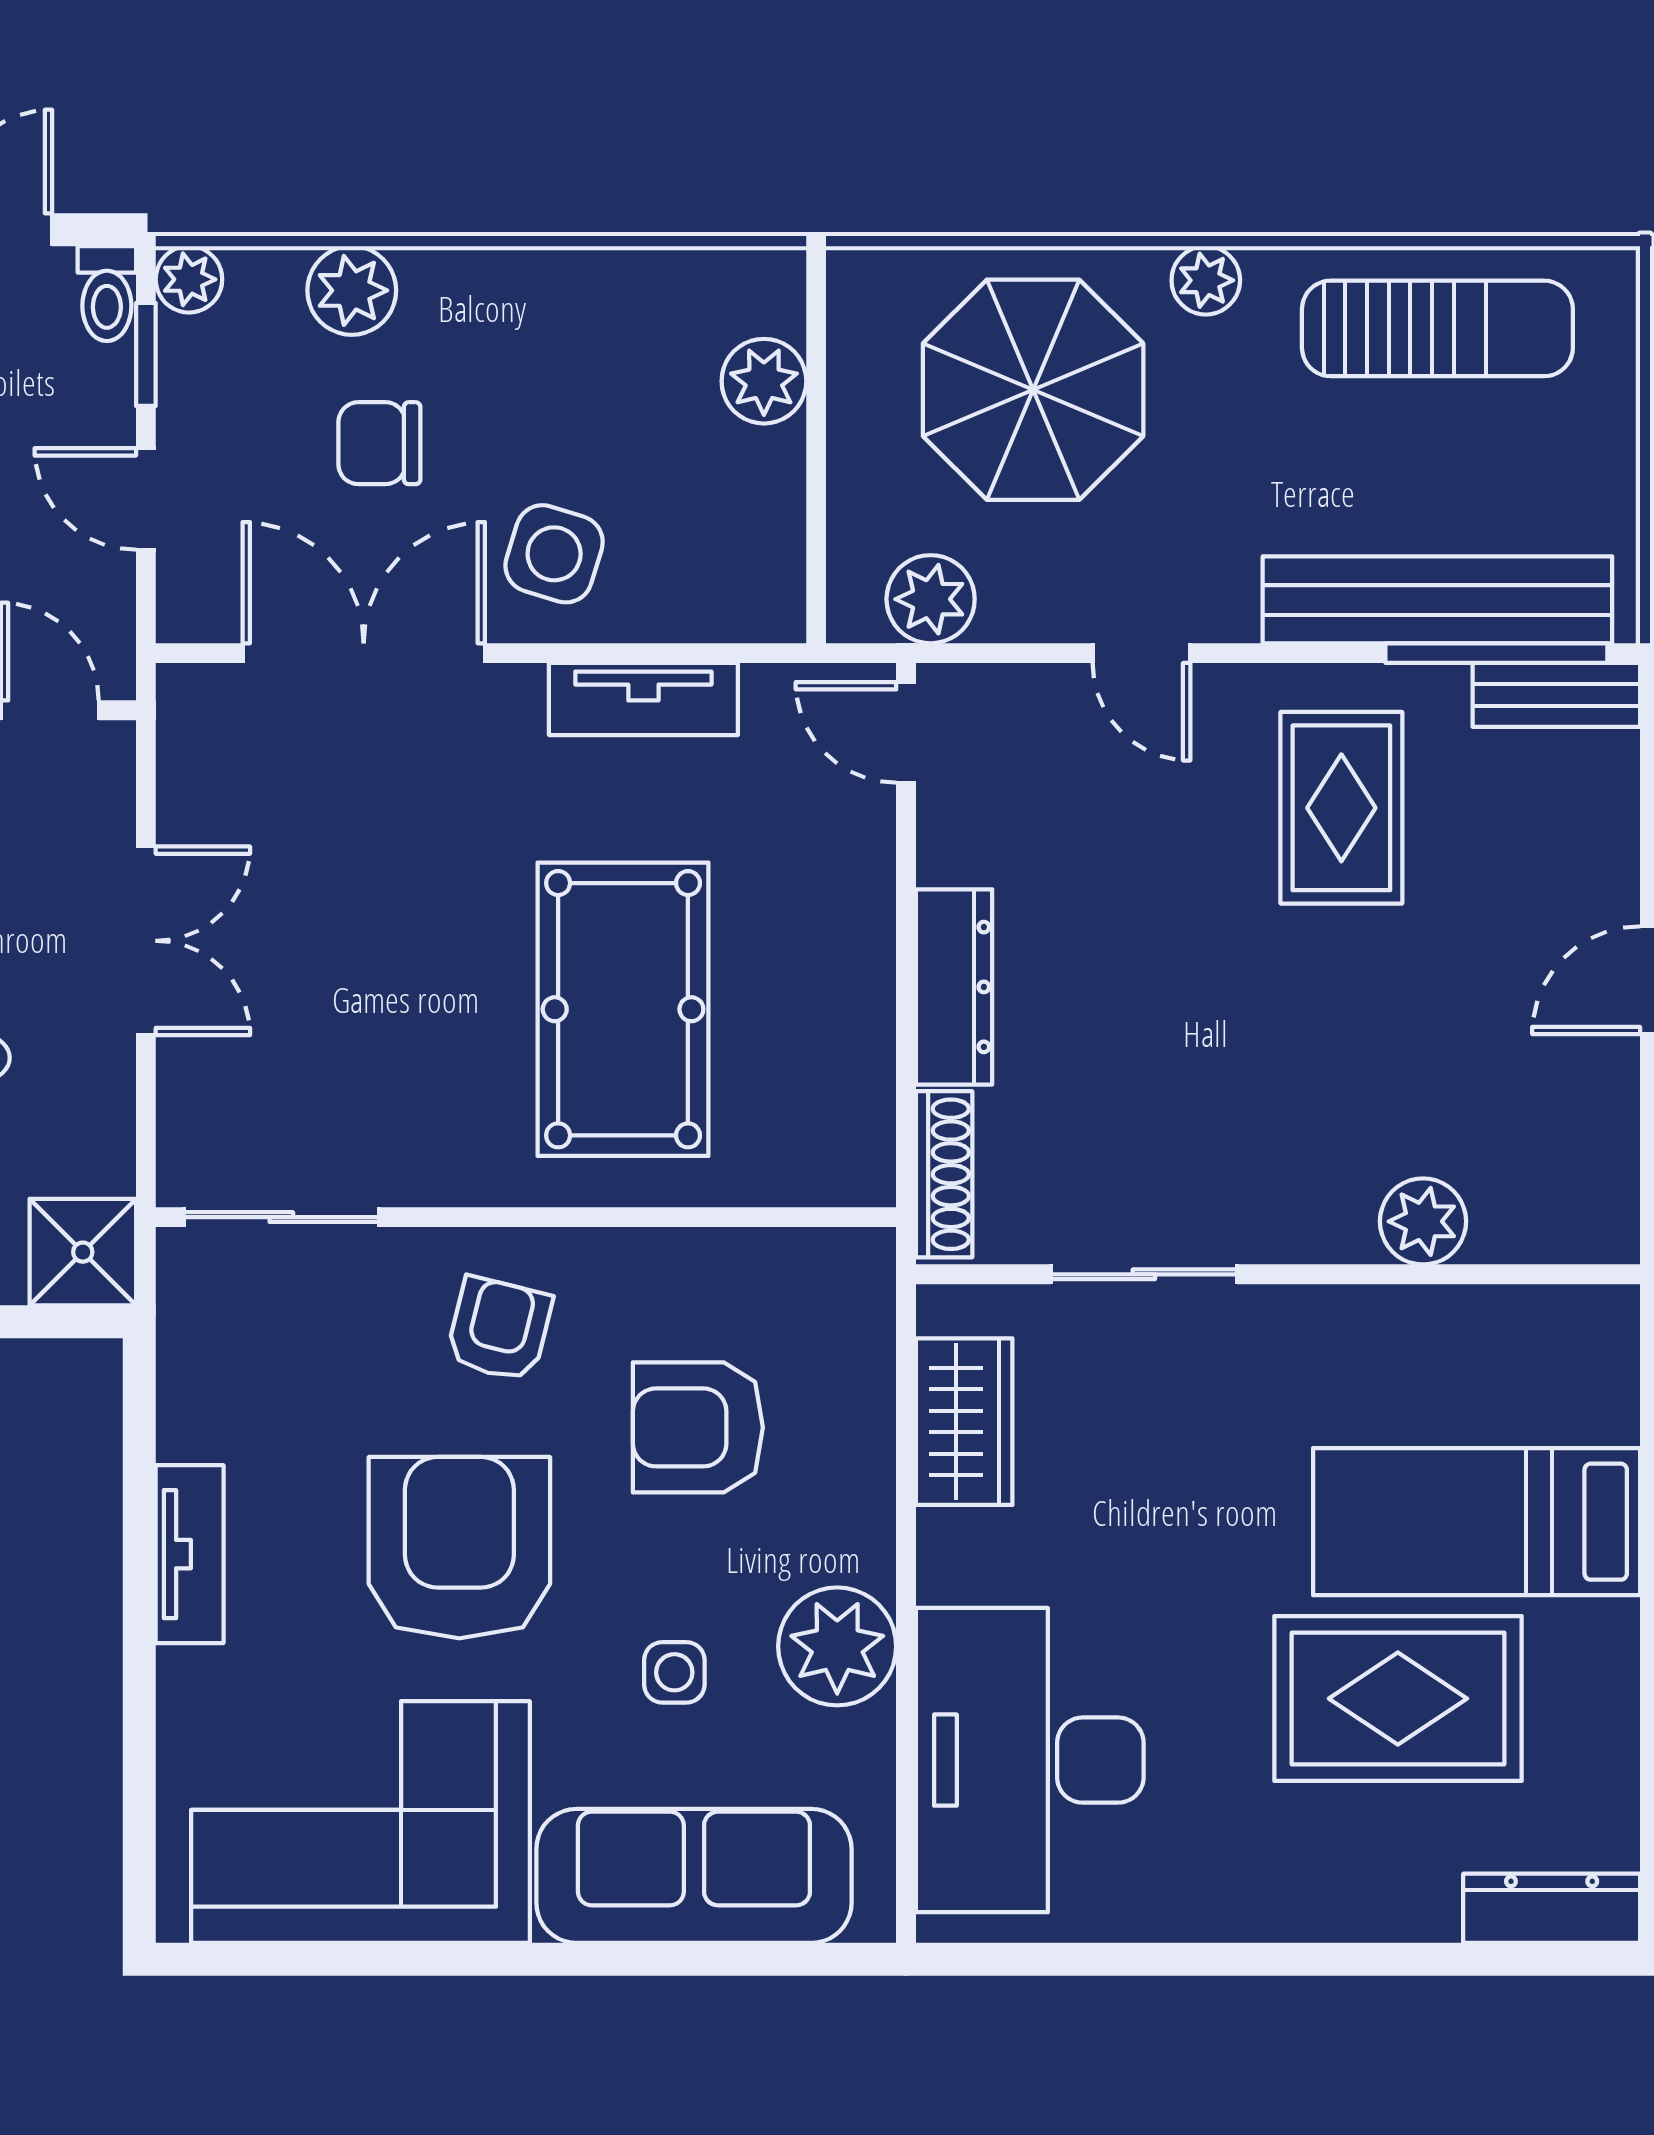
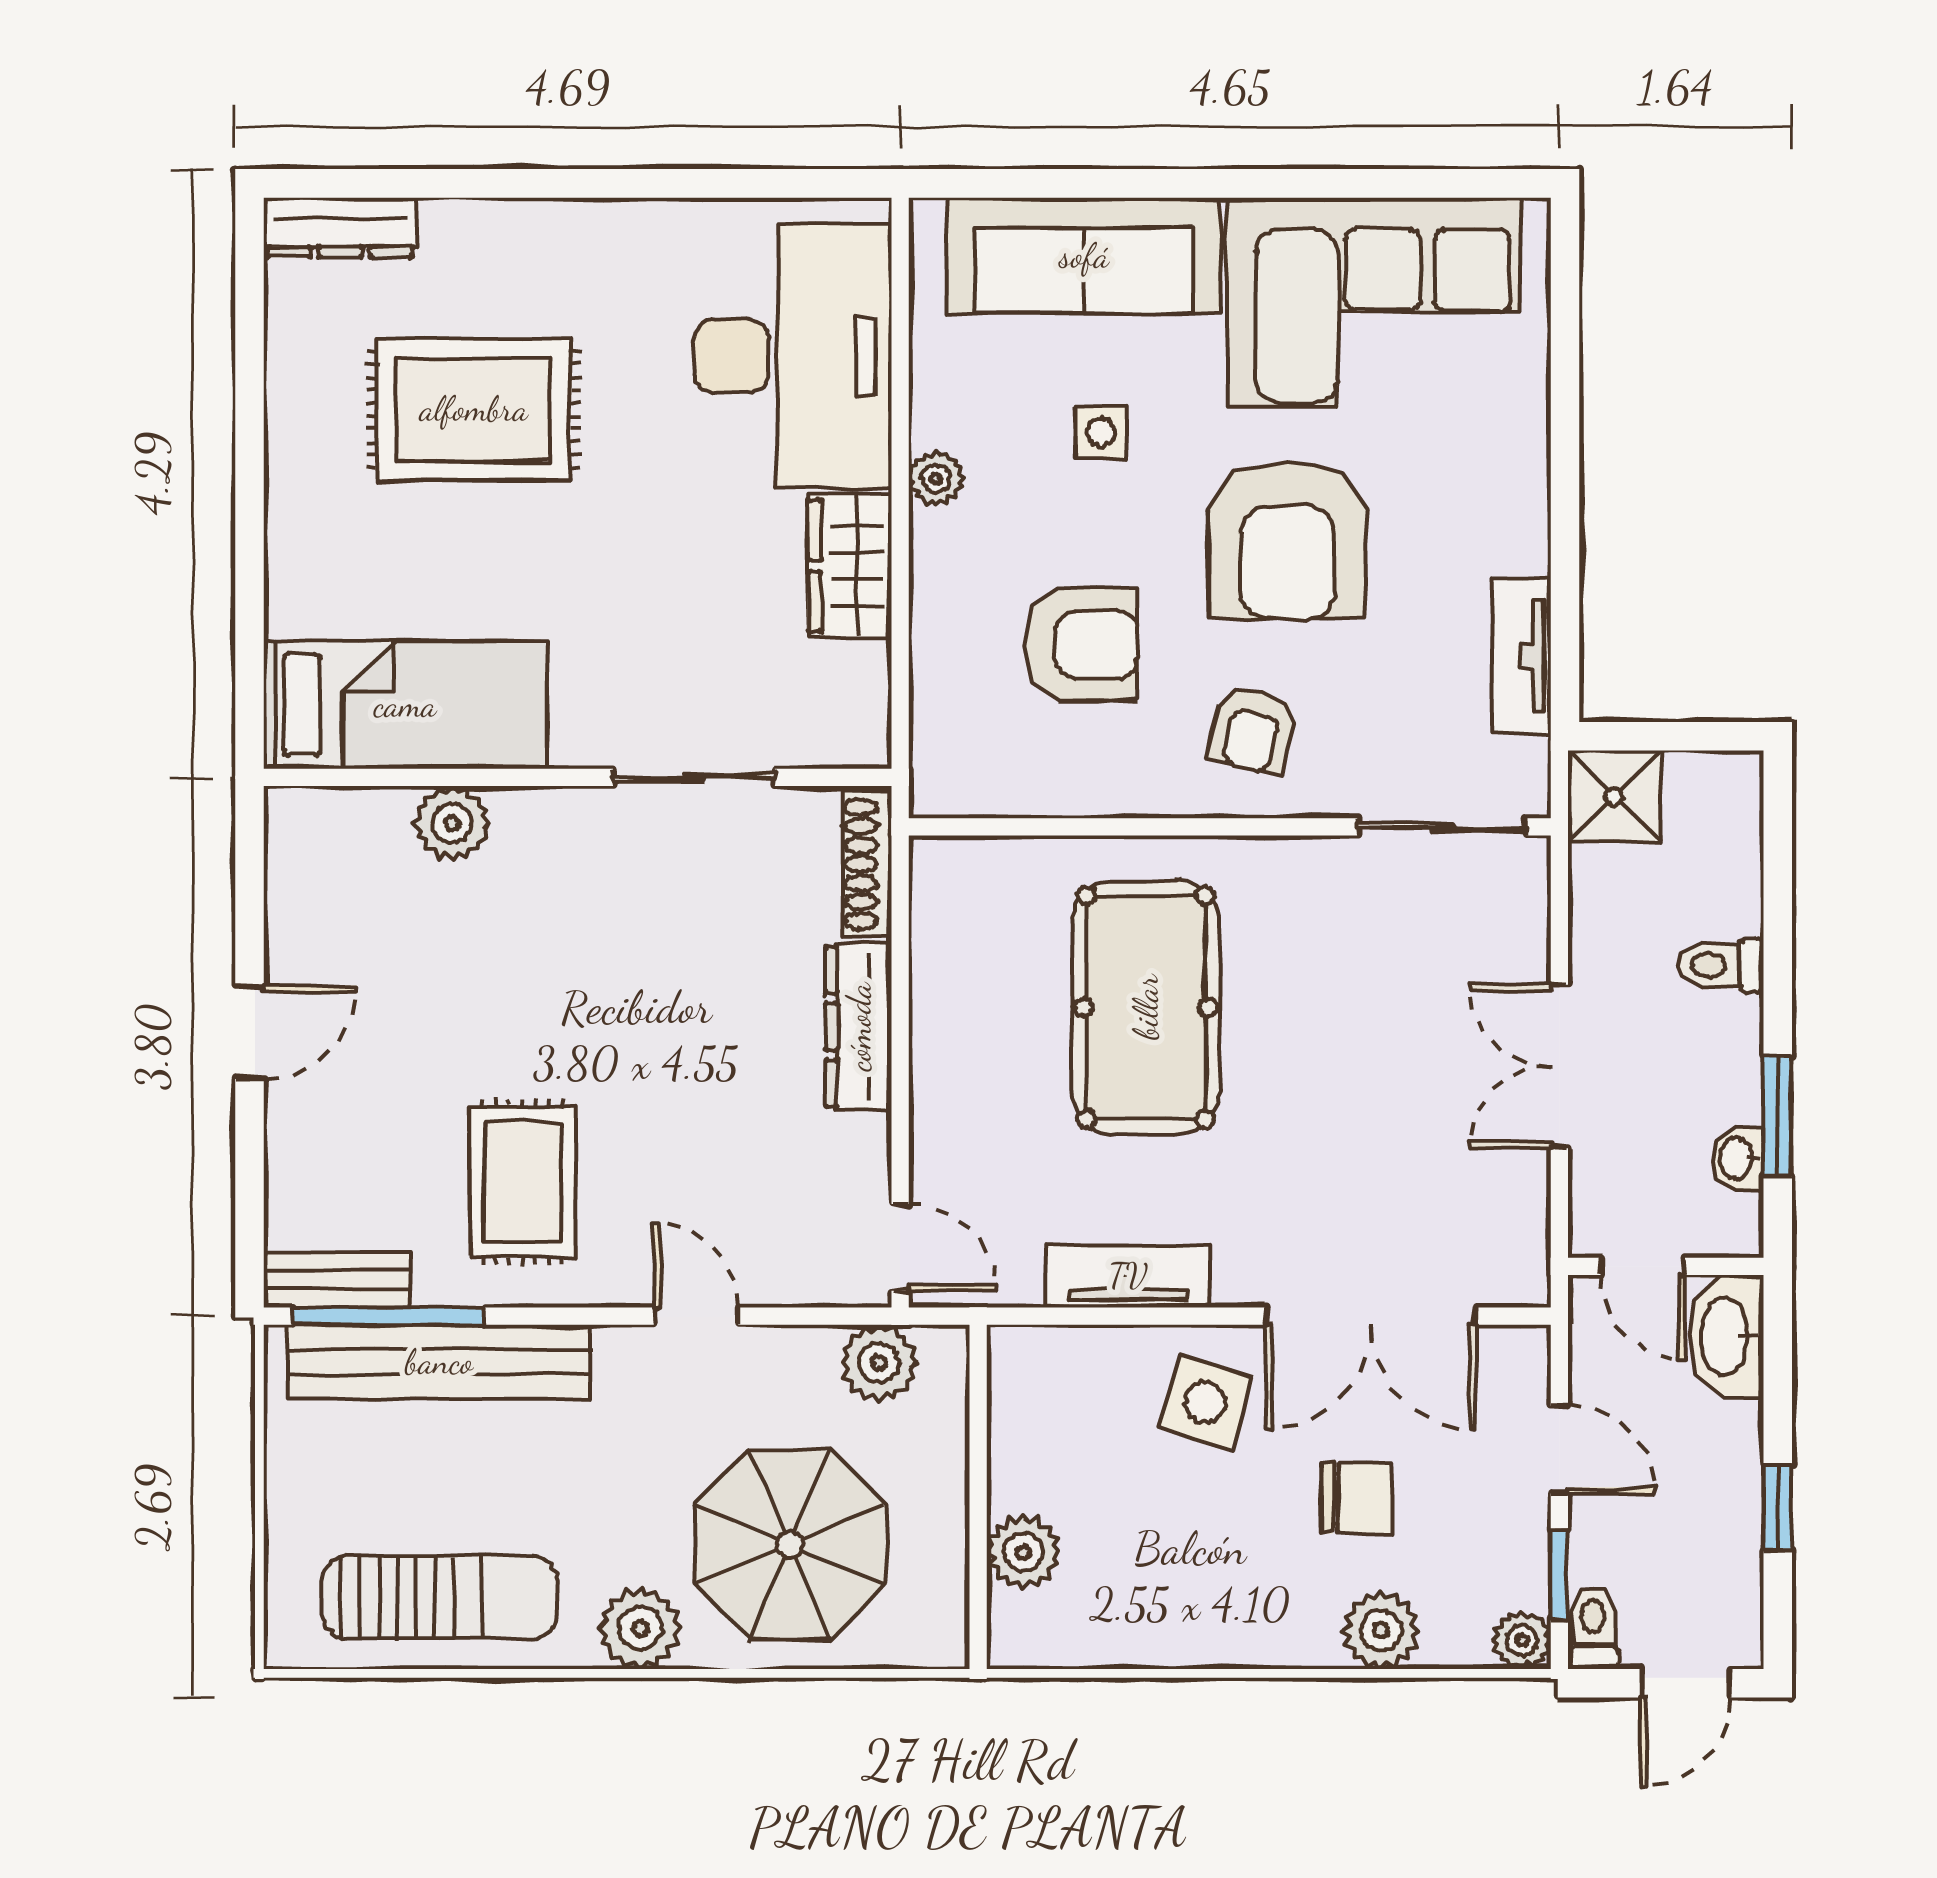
plant: (1206, 280) -> (640, 1628), width x1.38, depth x1.38
sun lounger: (1437, 328) -> (439, 1598), turned 180
wardrobe: (964, 1422) -> (850, 566), moved
bed: (1477, 1522) -> (405, 705), moved
tv unit: (190, 1554) -> (1521, 656), moved
plant: (837, 1646) -> (936, 479), width x0.53, depth x0.53

